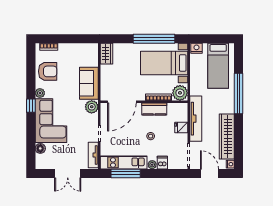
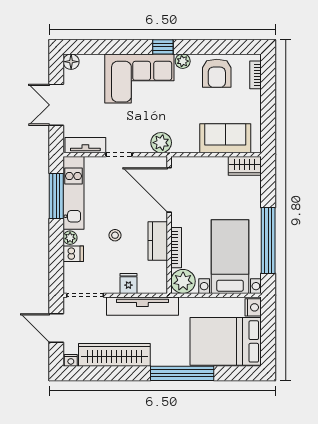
bed: (218, 66) -> (226, 341), width x1.50
sofa: (89, 83) -> (225, 138), moved
floor lamp: (40, 148) -> (71, 62), moved
door: (210, 173) -> (56, 328), swing flipped

